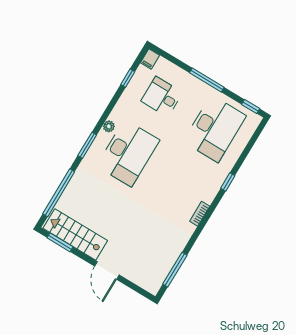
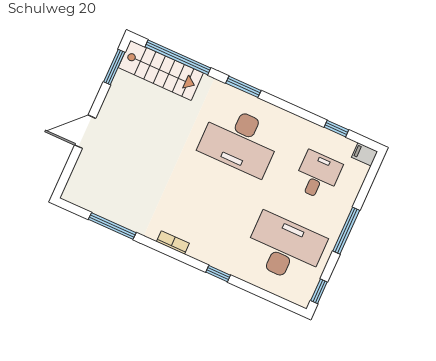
plant: (109, 126) -> (271, 112), removed
desk: (215, 129) -> (285, 248), turned 180
stairs: (75, 234) -> (161, 70), moved, turned 90
window: (175, 270) -> (112, 226), moved

